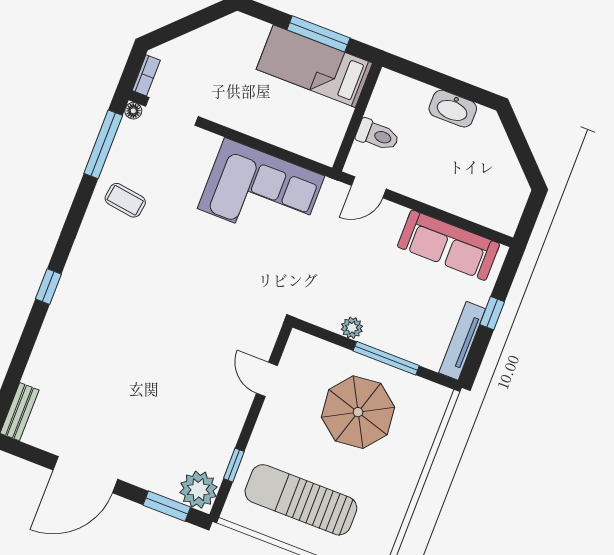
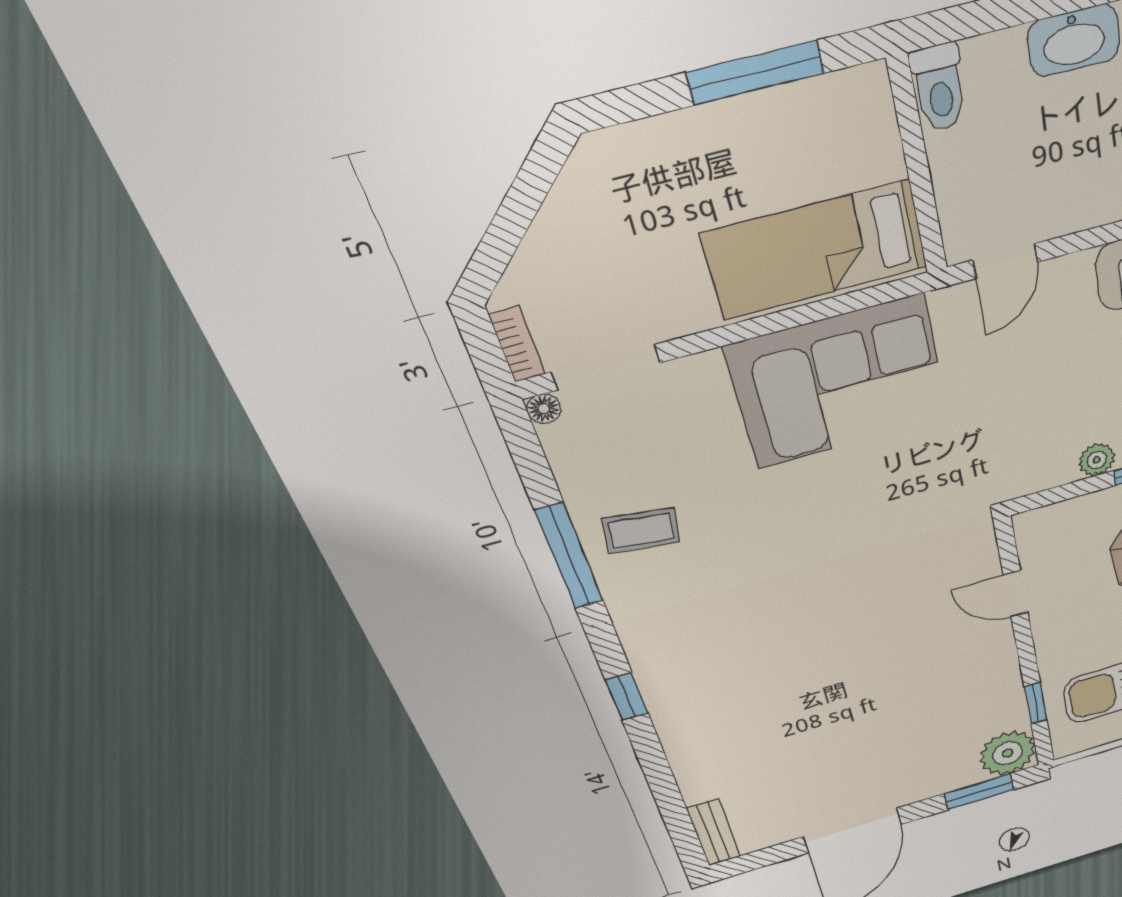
bed: (314, 66) -> (816, 250), moved
toilet: (377, 135) -> (939, 88), moved, turned 90
window: (103, 144) -> (569, 556), moved

